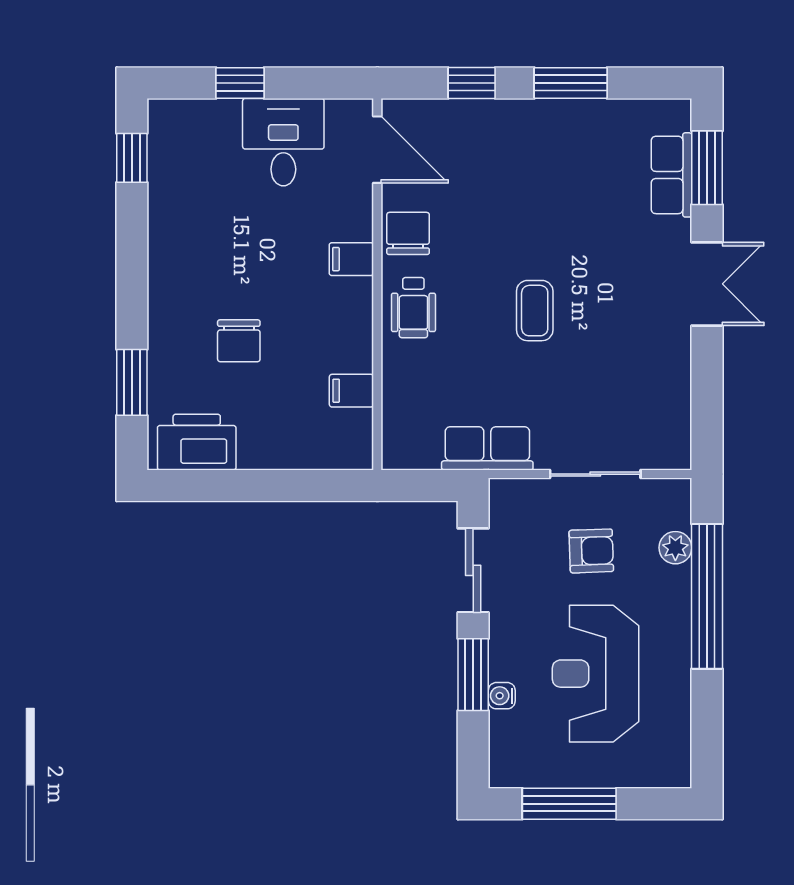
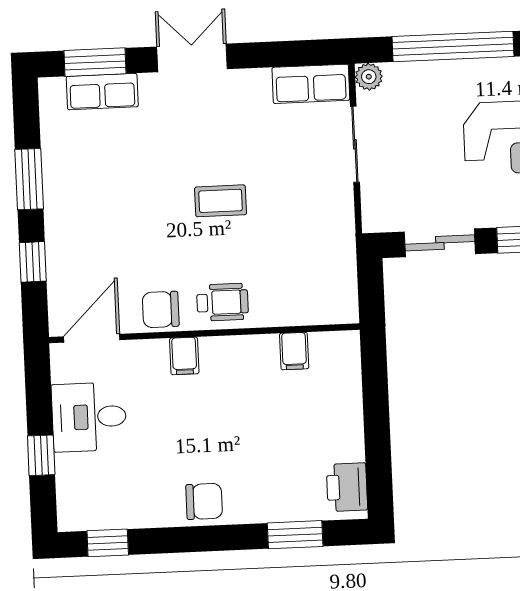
chair: (239, 341) -> (204, 501), moved
printer: (197, 442) -> (347, 487), width x0.73, depth x0.84
row of seats: (487, 448) -> (311, 84), moved, turned -90
plant: (675, 548) -> (369, 77), moved
armchair: (591, 551) -> (419, 145), removed

